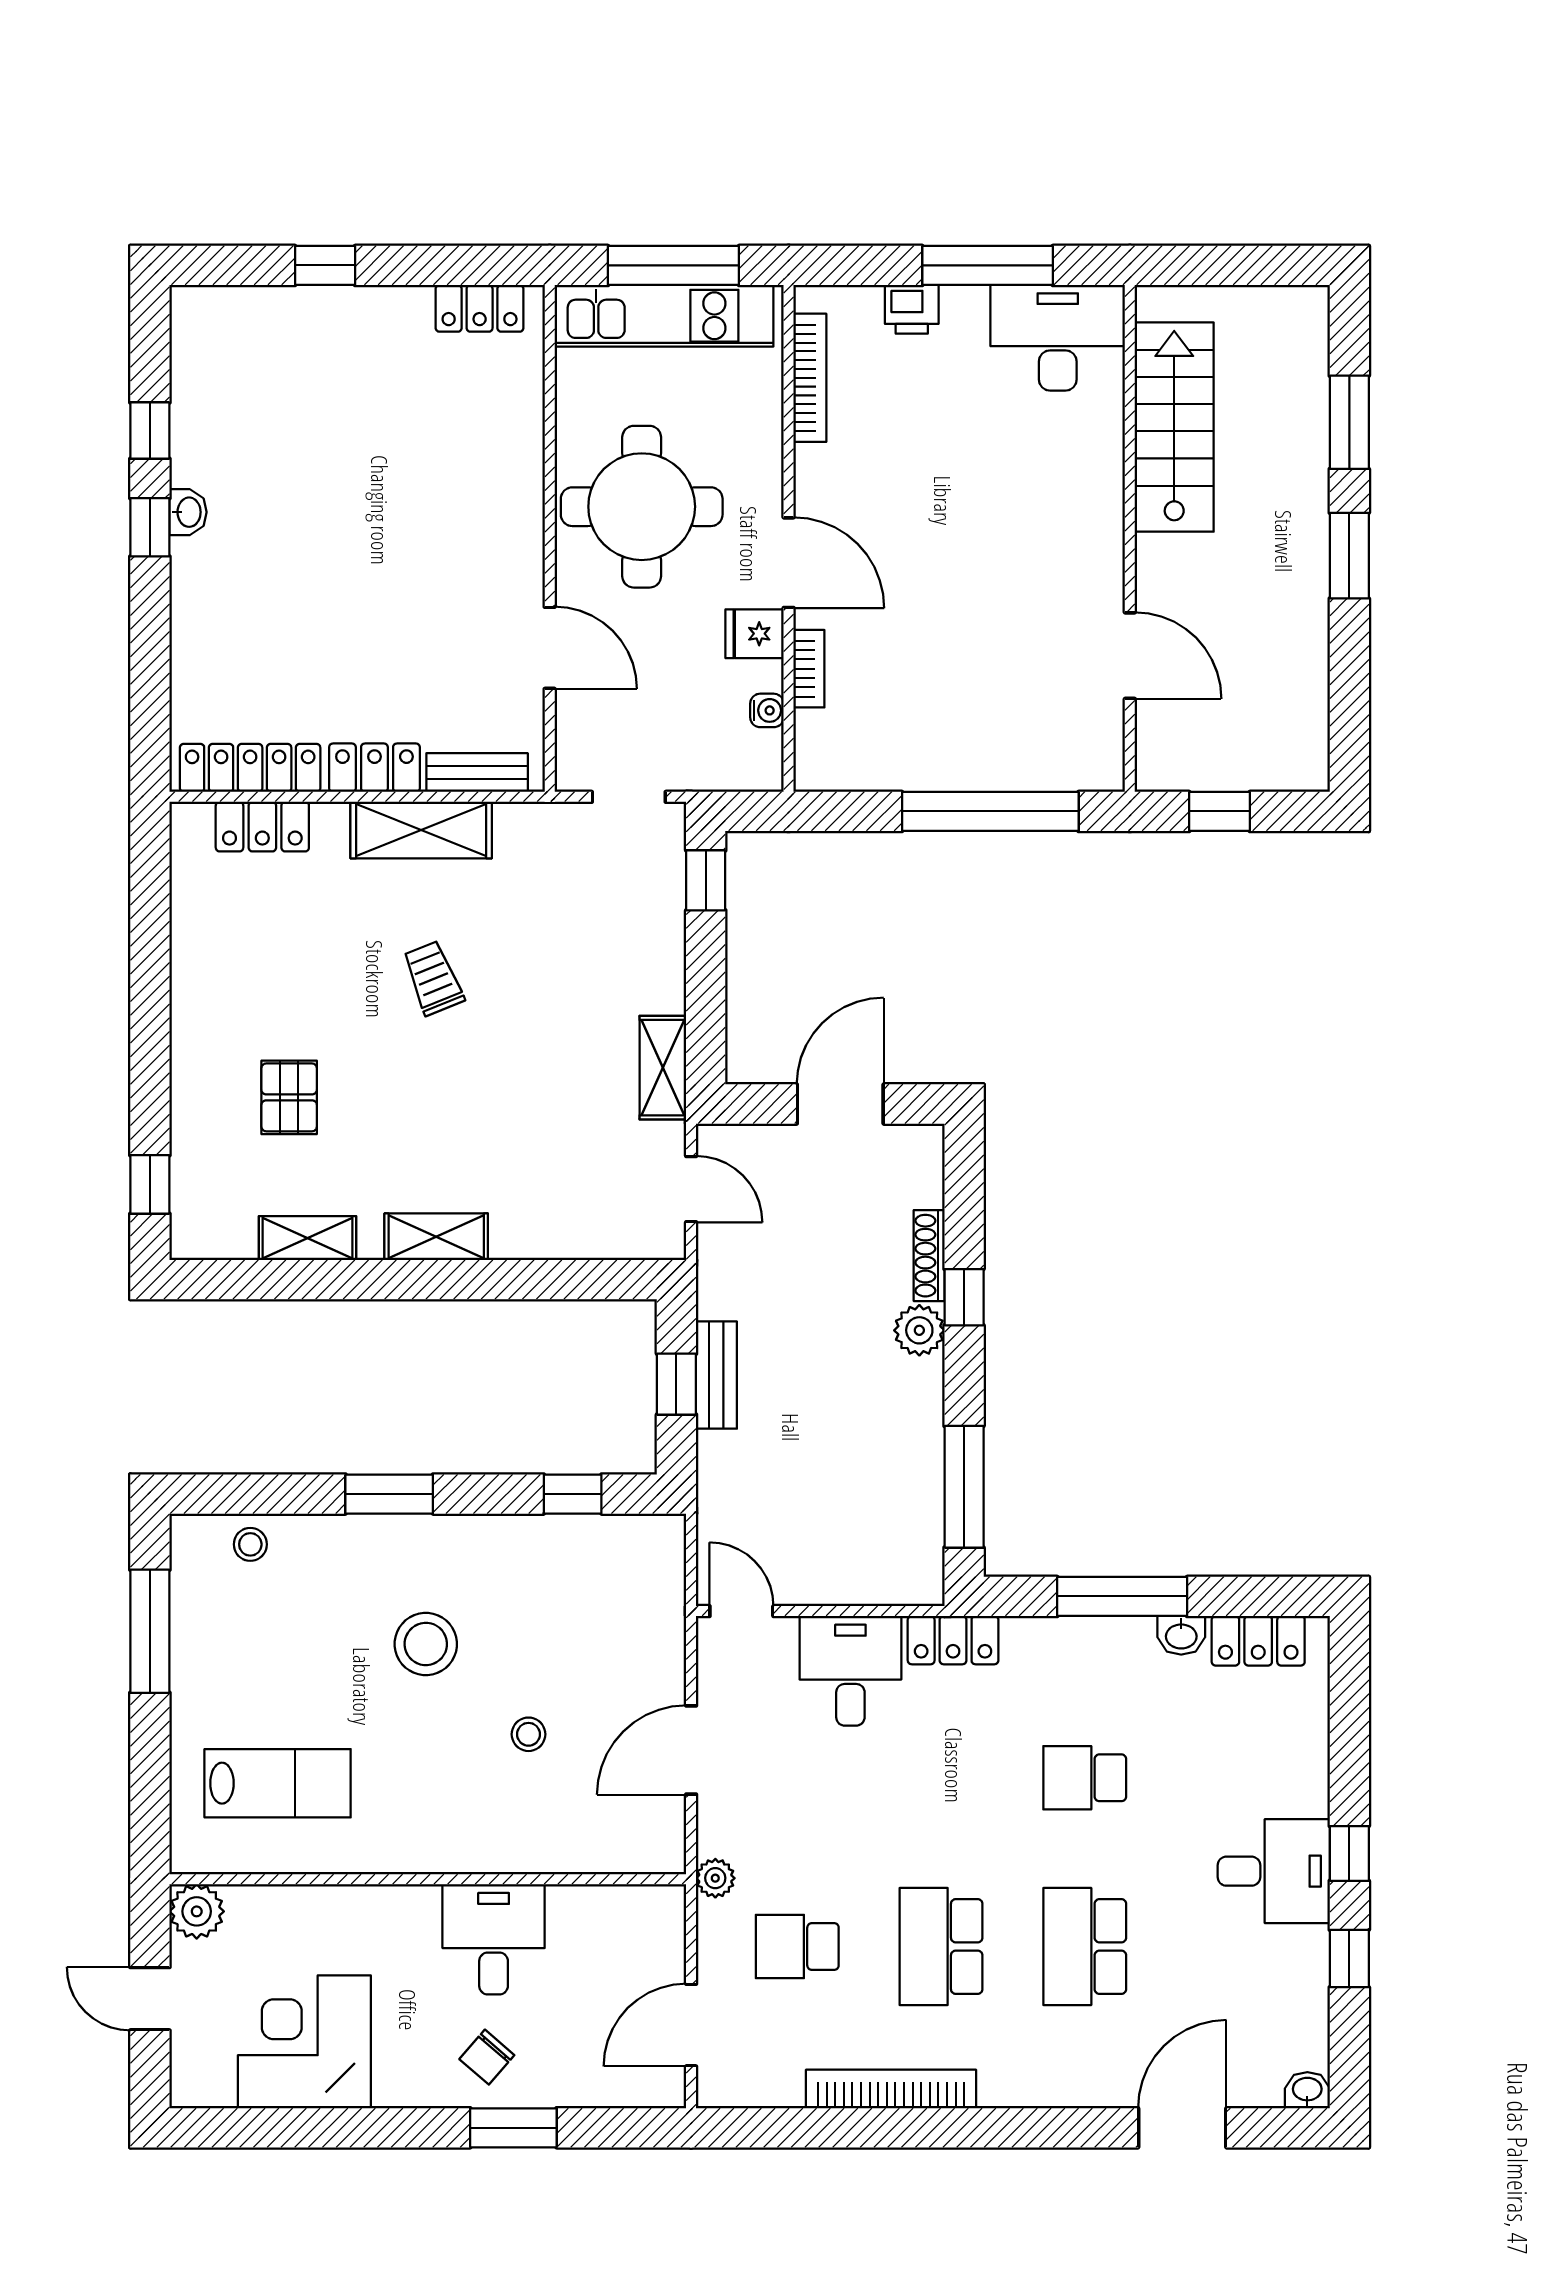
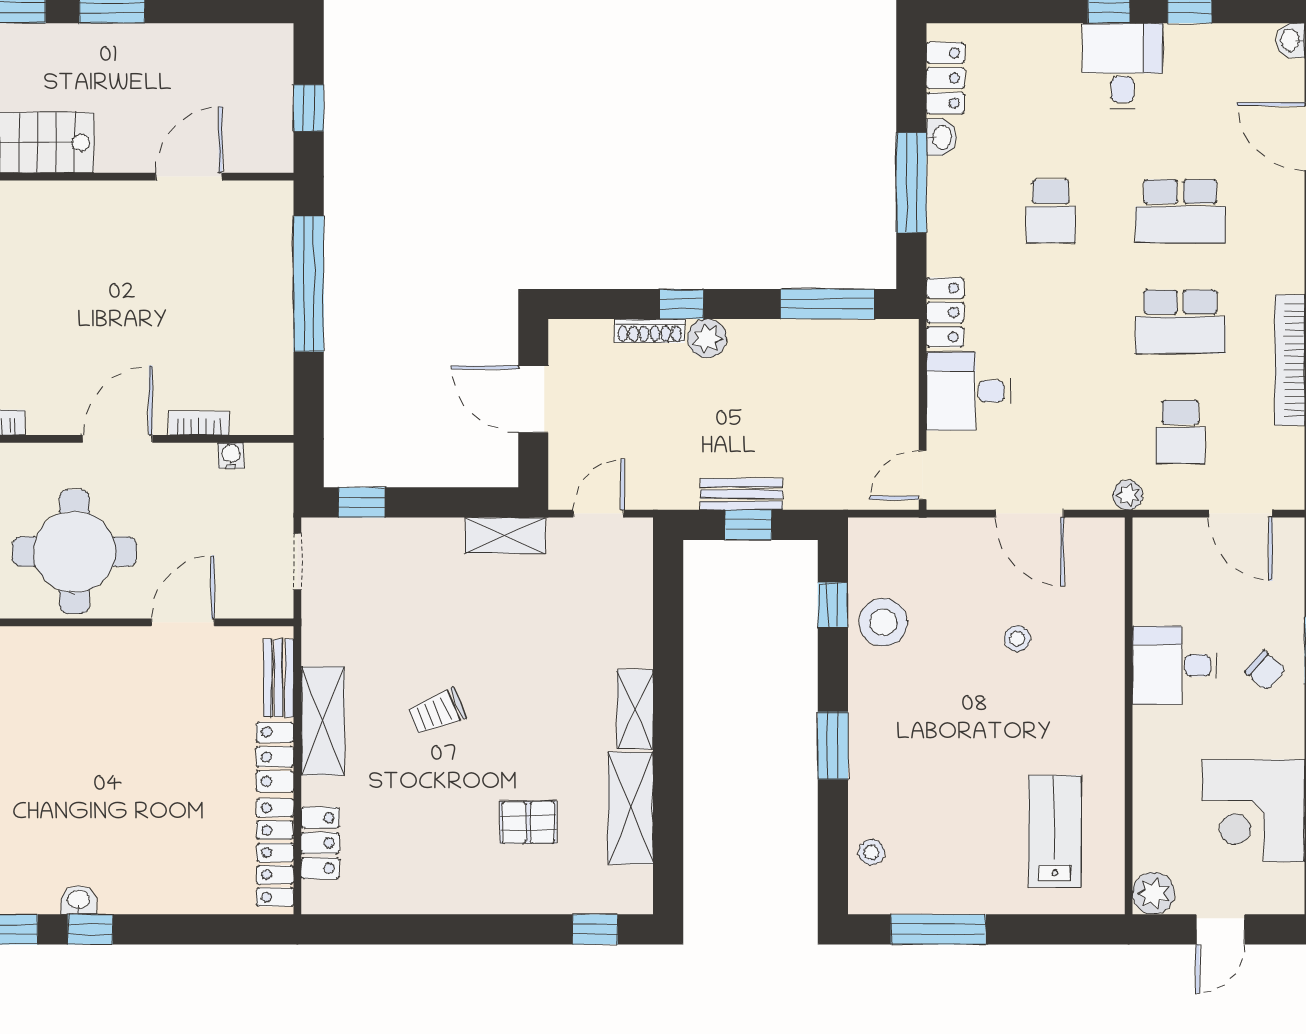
fridge: (755, 634) -> (172, 465), removed
shelving: (308, 1238) -> (631, 808), width x1.50, depth x1.33
stool: (426, 1644) -> (883, 622), moved

